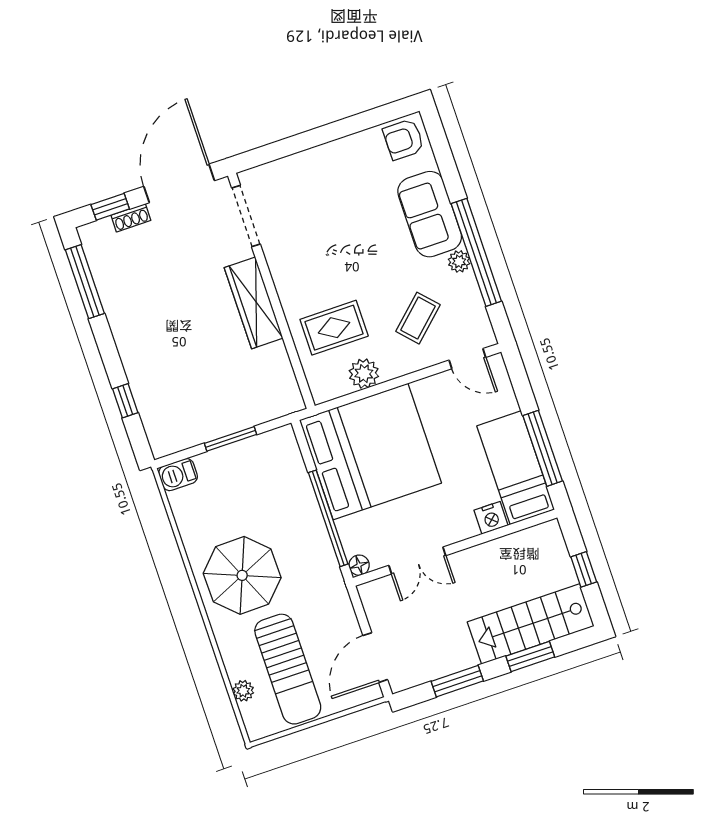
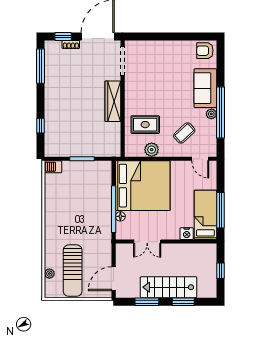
floor lamp: (359, 565) -> (120, 216), moved
parasol: (242, 575) -> (66, 222), removed
stairs: (531, 624) -> (168, 287), moved

